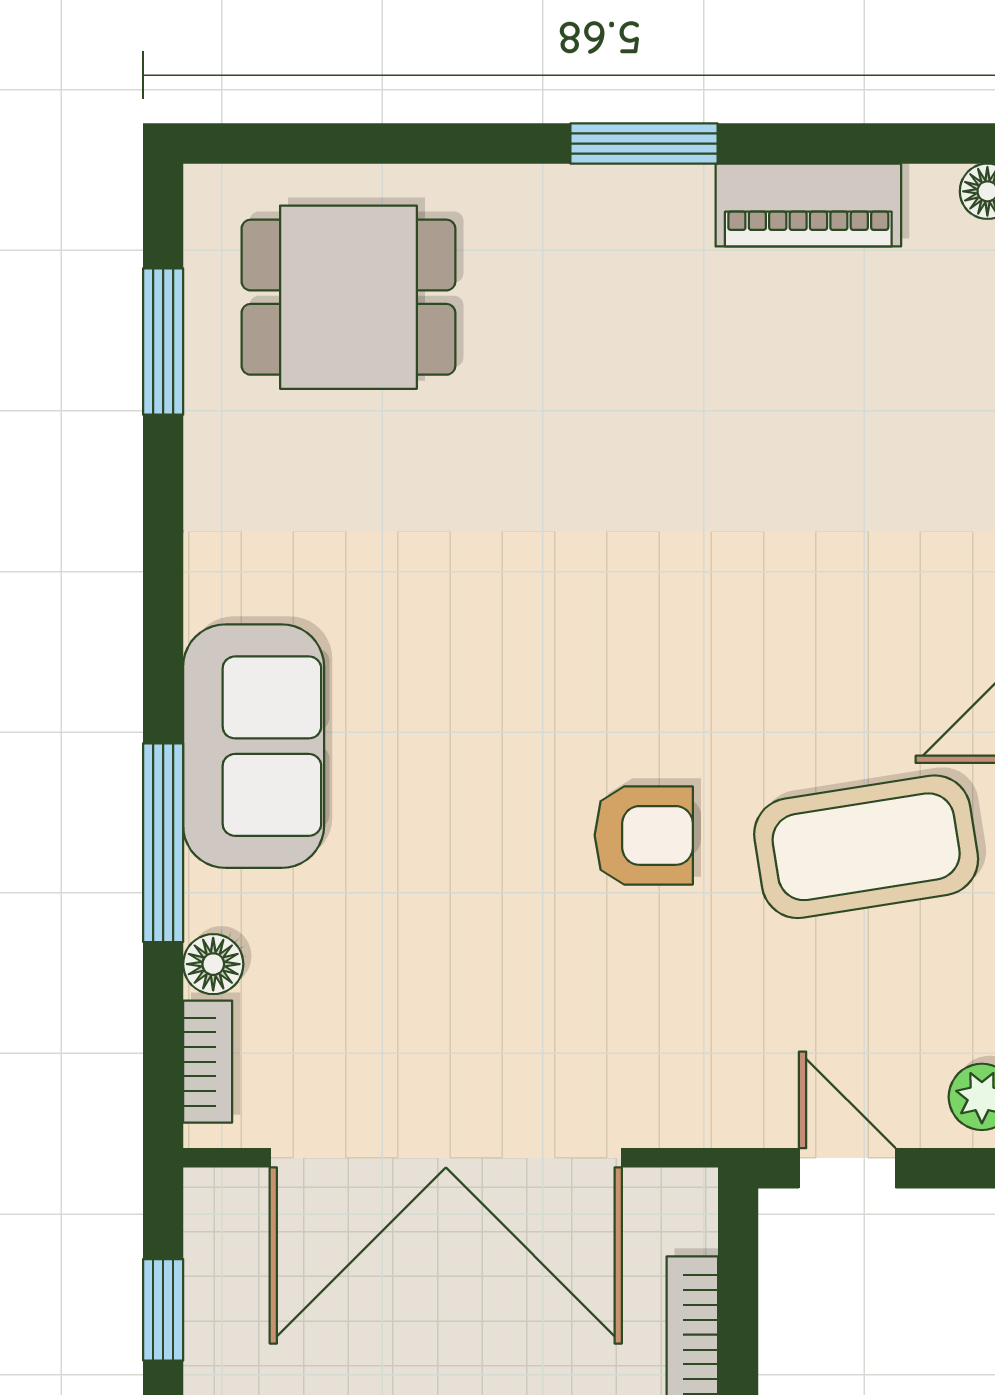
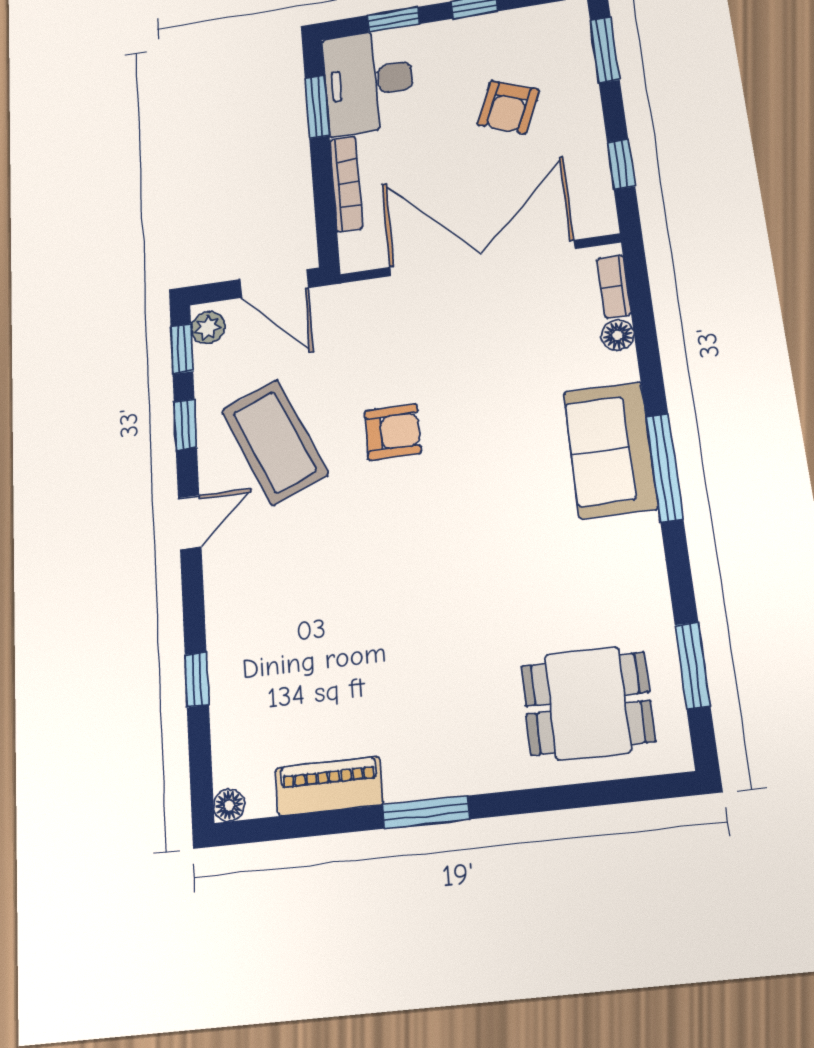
armchair: (644, 835) -> (393, 432), turned 180
window: (163, 843) -> (664, 468), moved
coffee table: (866, 847) -> (275, 442), turned 76
door: (847, 1168) -> (274, 284), width x1.38

